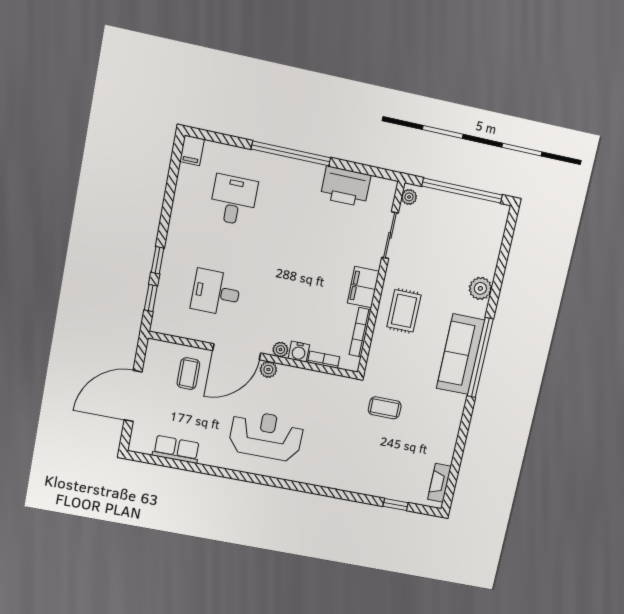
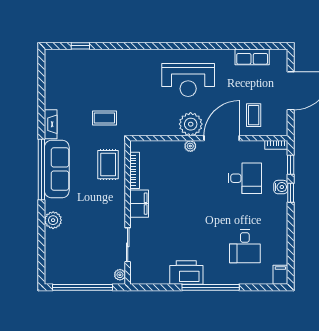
printer: (346, 187) -> (186, 272), moved
rug: (404, 311) -> (108, 165), moved
water cooler: (299, 352) -> (281, 187), moved, turned 90
bookcase: (324, 360) -> (276, 145), moved
plant: (268, 370) -> (191, 124), width x1.88, depth x1.88
fireplace: (439, 483) -> (51, 124), moved

